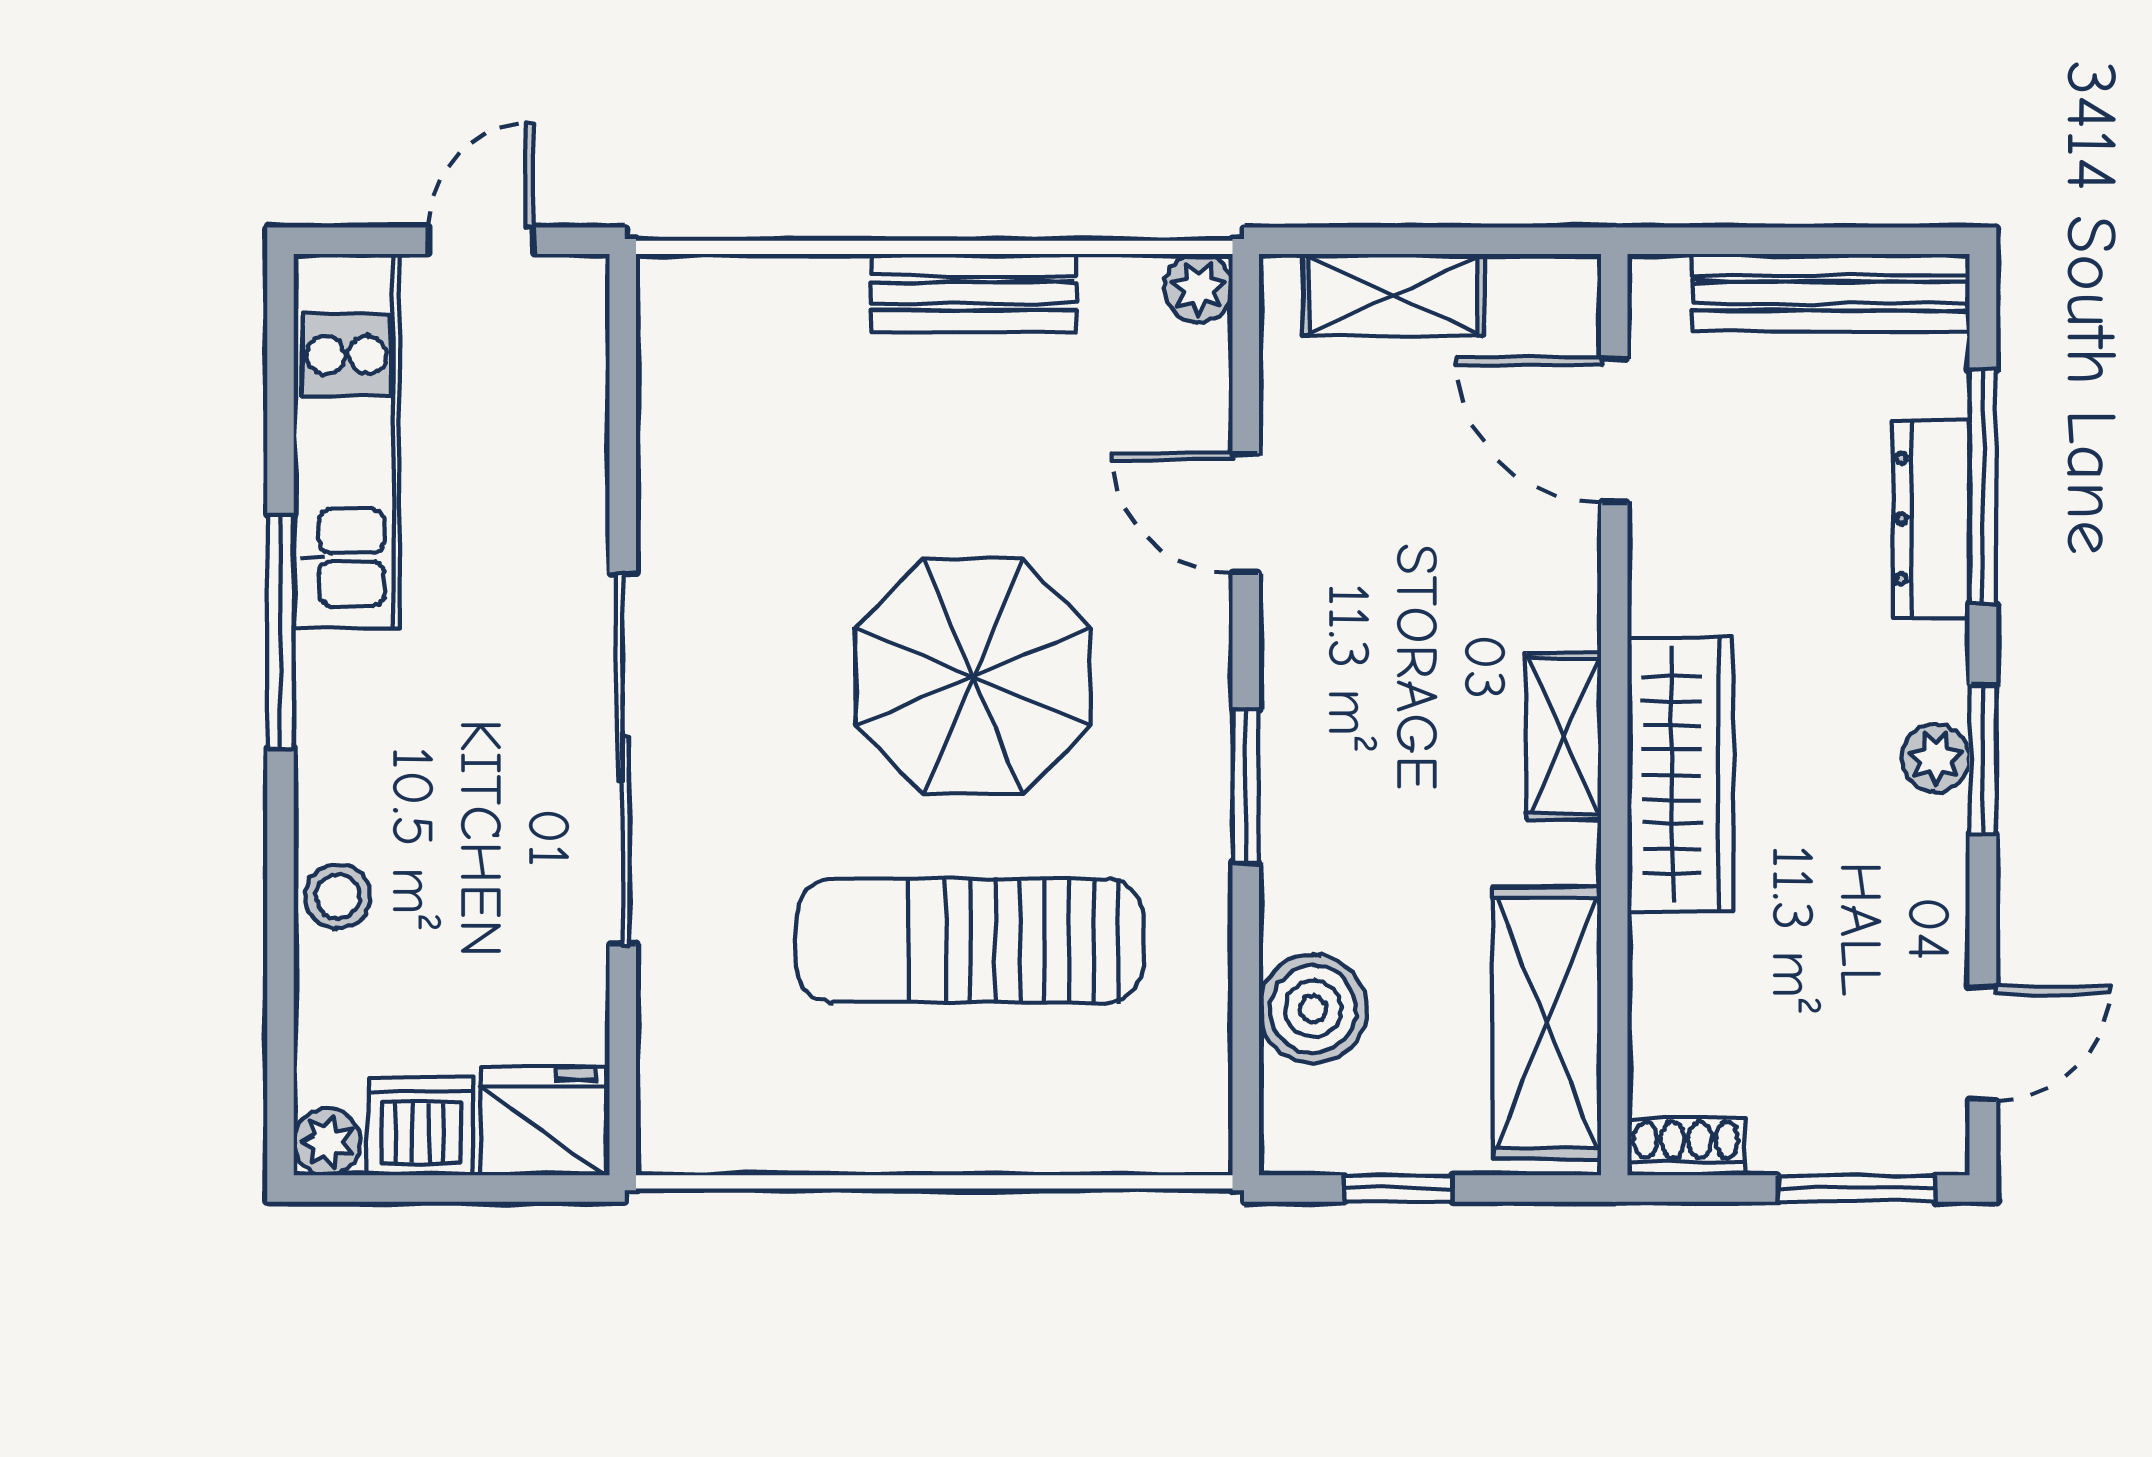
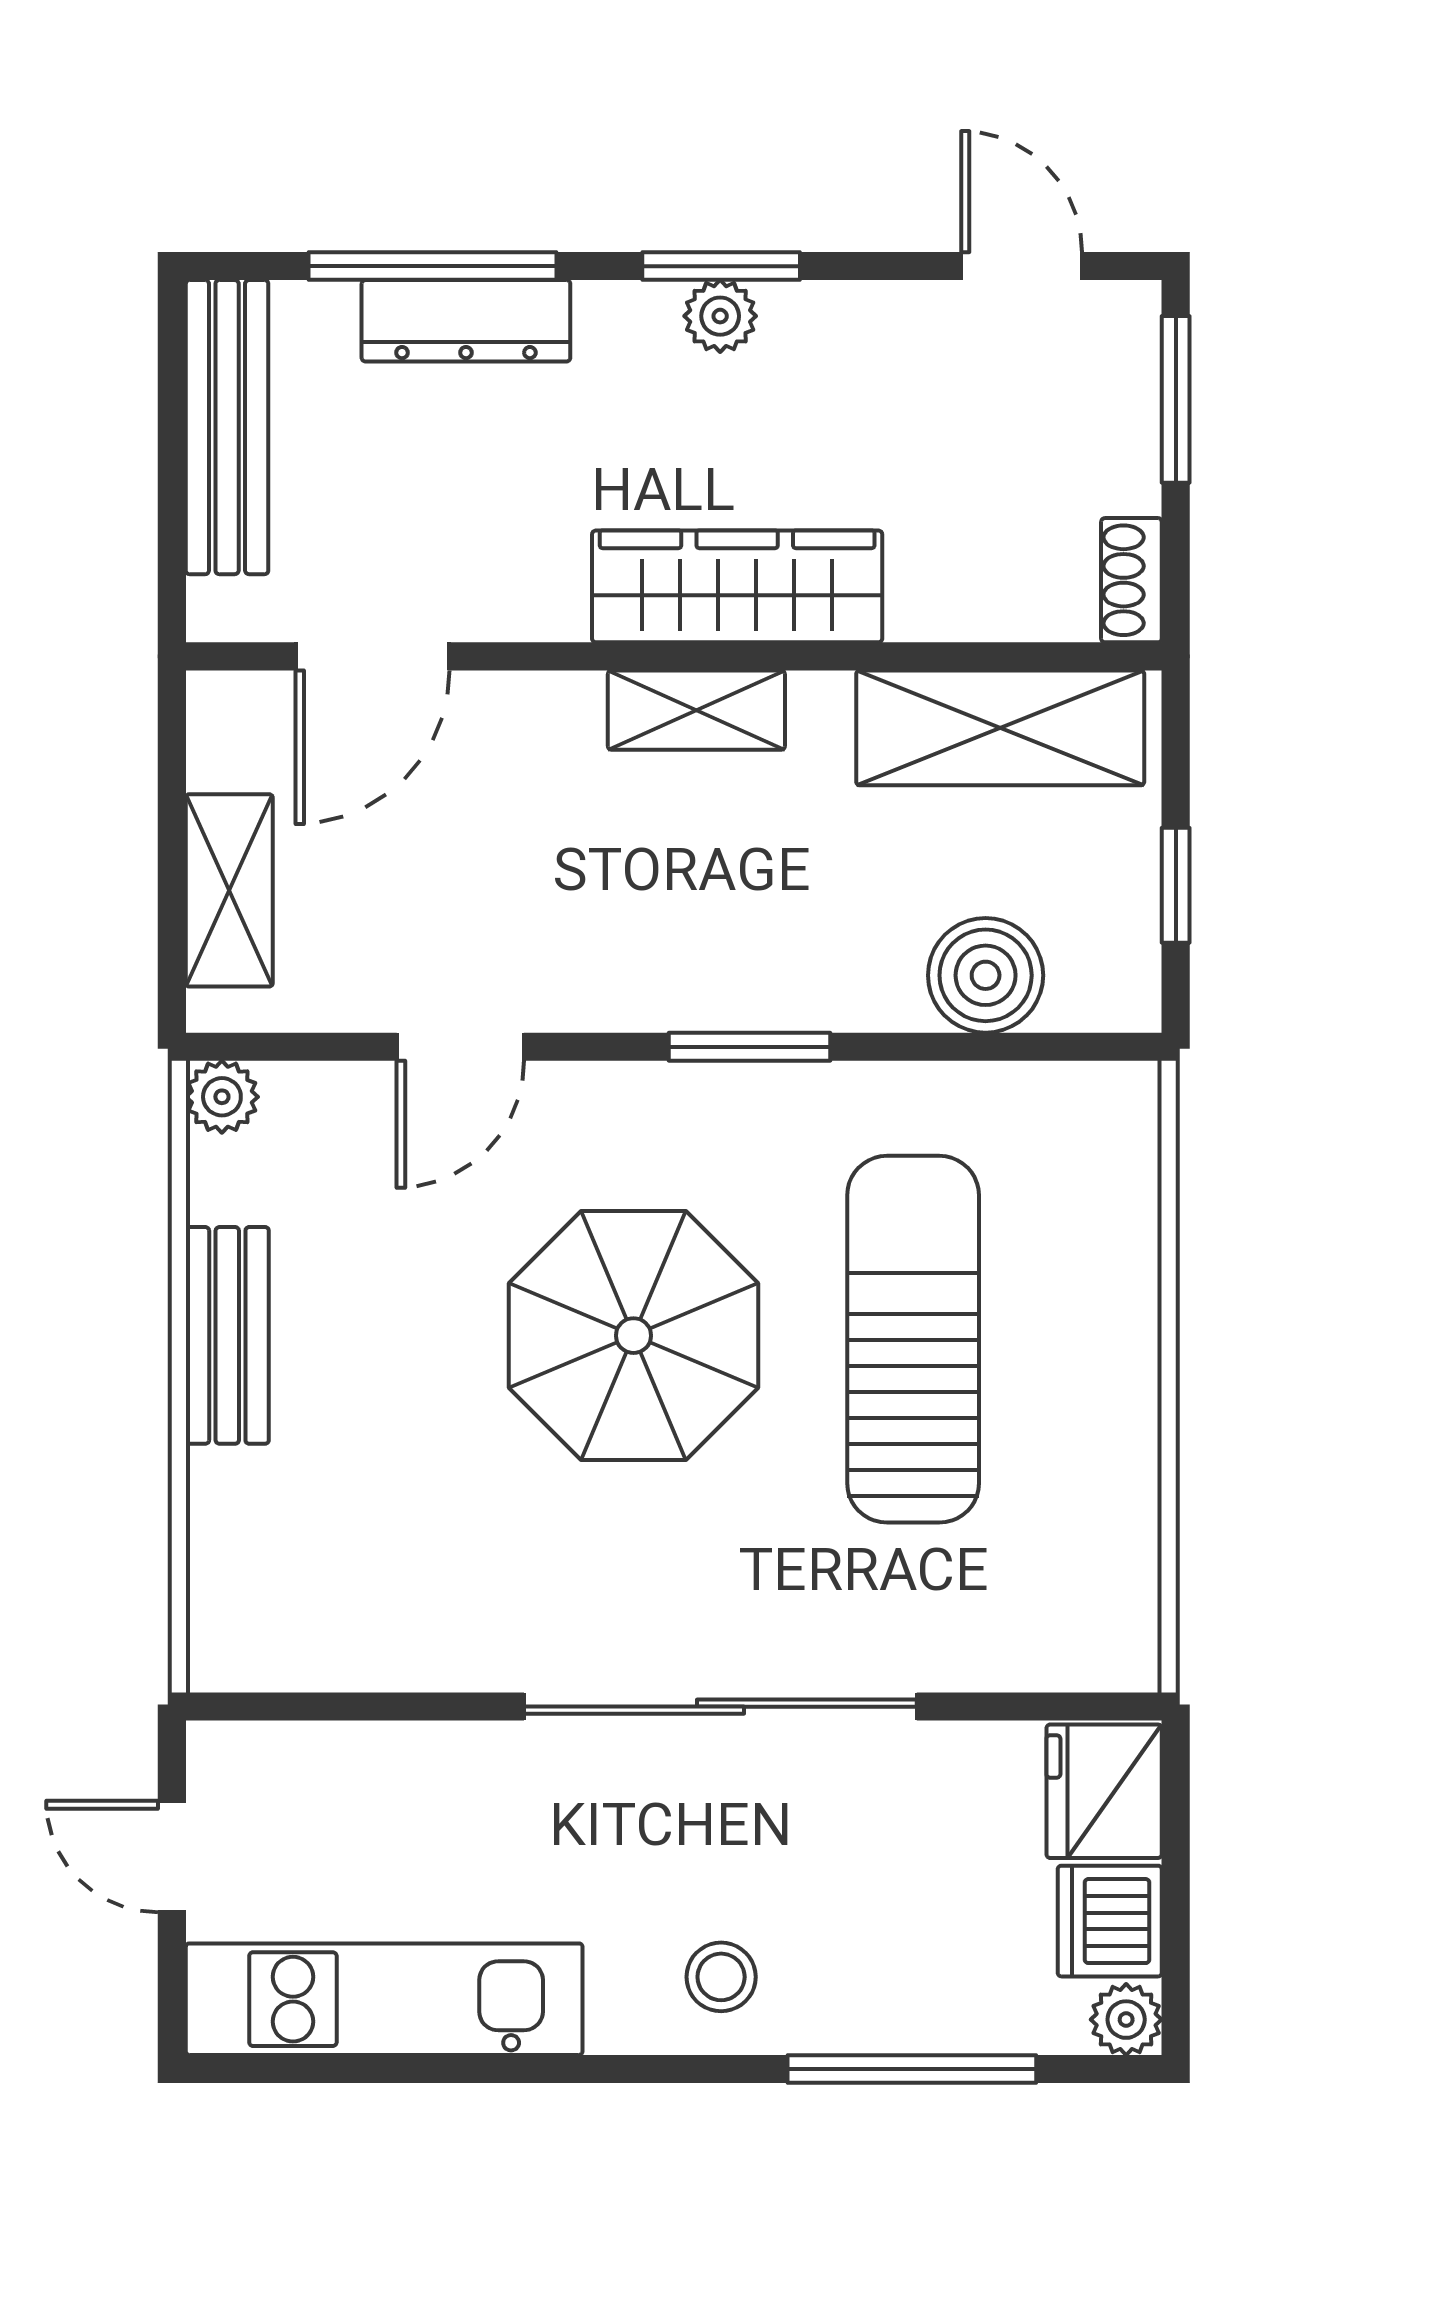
window: (281, 632) -> (912, 2069), moved
stool: (338, 896) -> (721, 1977), moved
sun lounger: (970, 941) -> (913, 1339), turned 180

